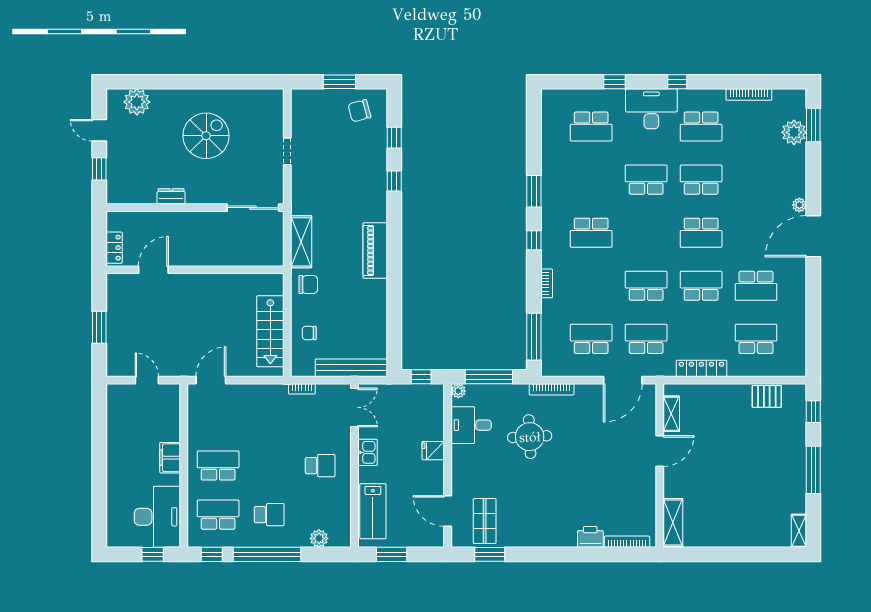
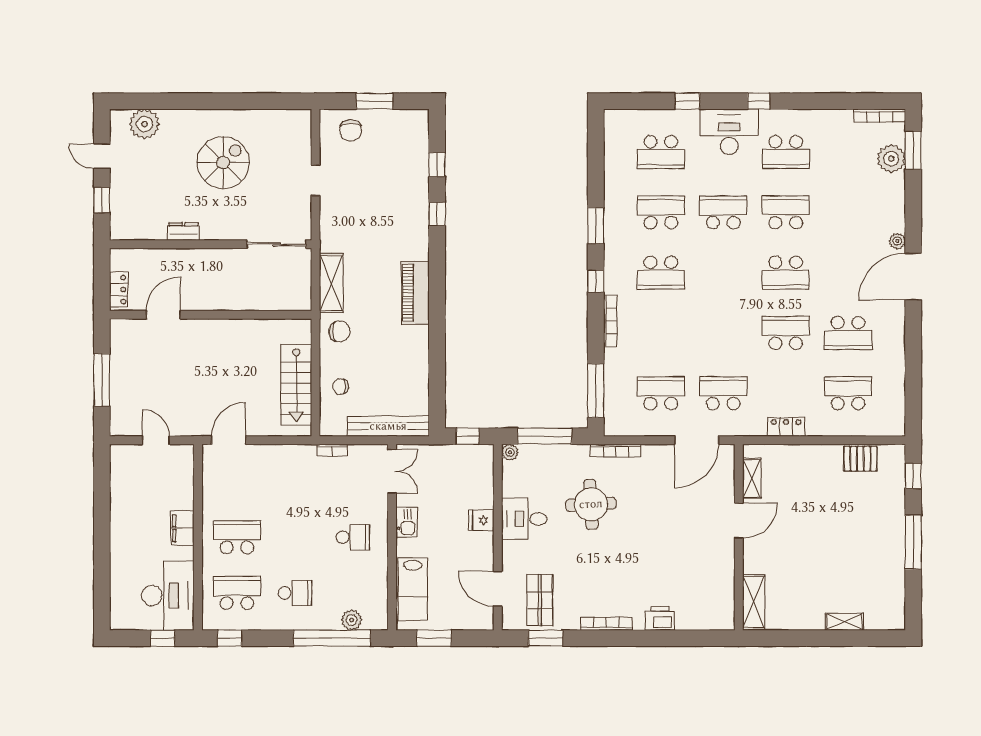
bookcase: (749, 95) -> (879, 116), moved
chair: (359, 111) -> (351, 130), moved, turned -75
bookcase: (547, 283) -> (610, 321), width x1.56
school desk: (646, 286) -> (661, 212), moved
window: (99, 327) -> (102, 380), width x1.44
locker: (701, 368) -> (786, 427), width x0.66
desk: (471, 425) -> (524, 519), moved
shelving: (799, 531) -> (844, 622), moved, turned 90
bookcase: (627, 542) -> (606, 624), moved
window: (267, 554) -> (332, 638), moved

